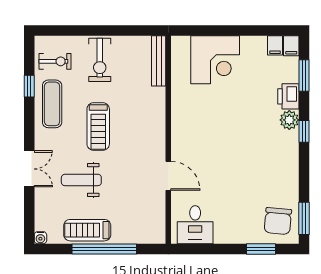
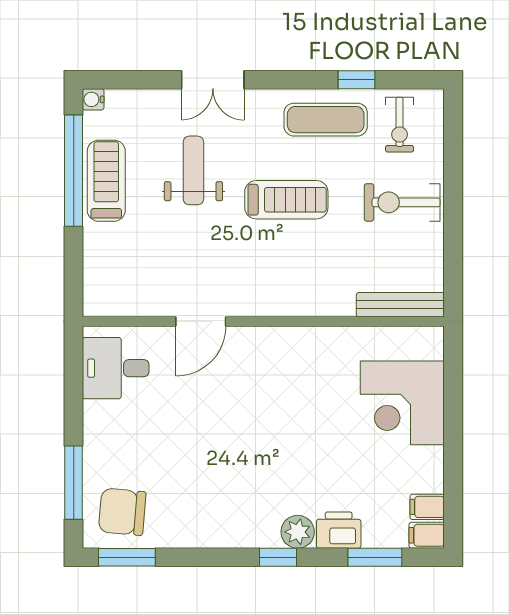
treadmill: (98, 127) -> (286, 200), turned 180
window: (104, 249) -> (74, 171), moved
window: (261, 249) -> (74, 483), width x1.44

